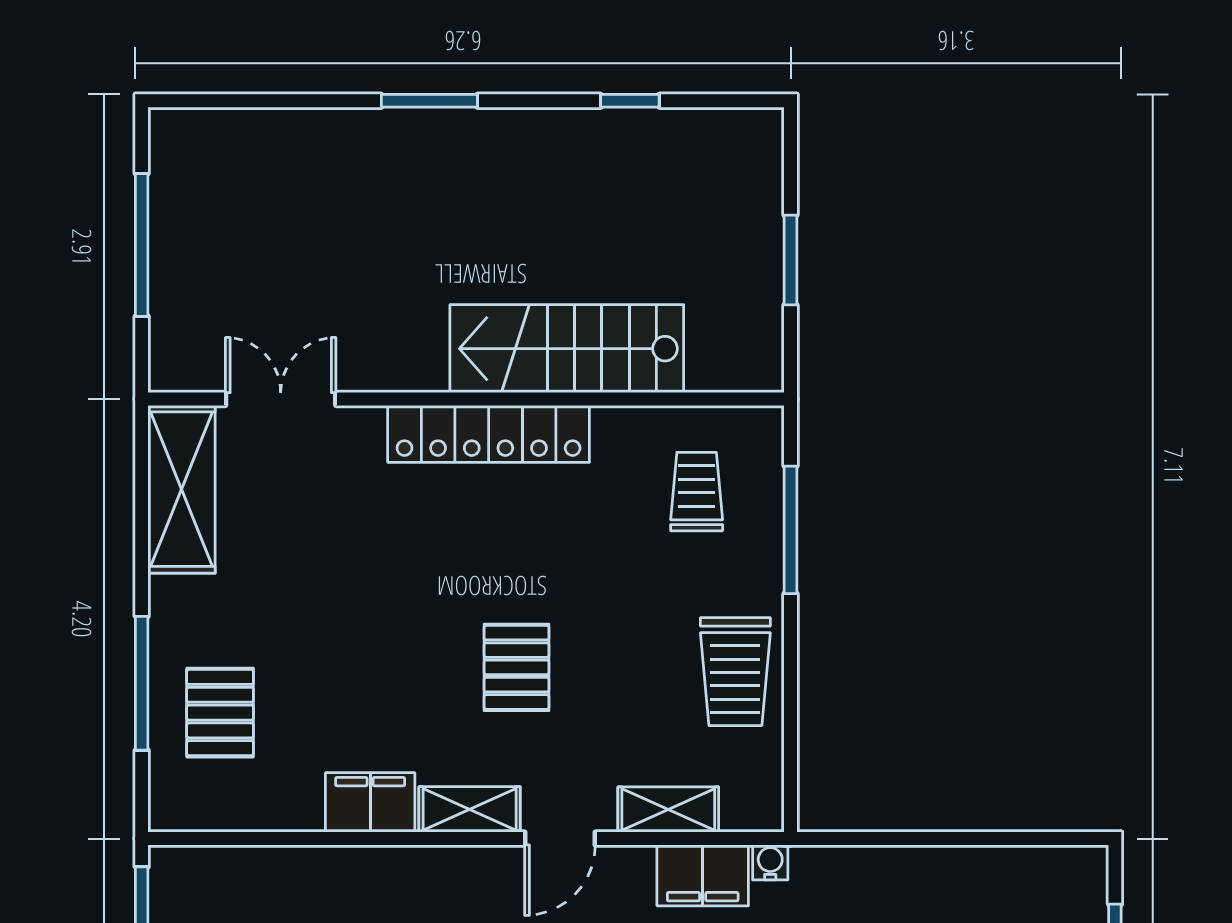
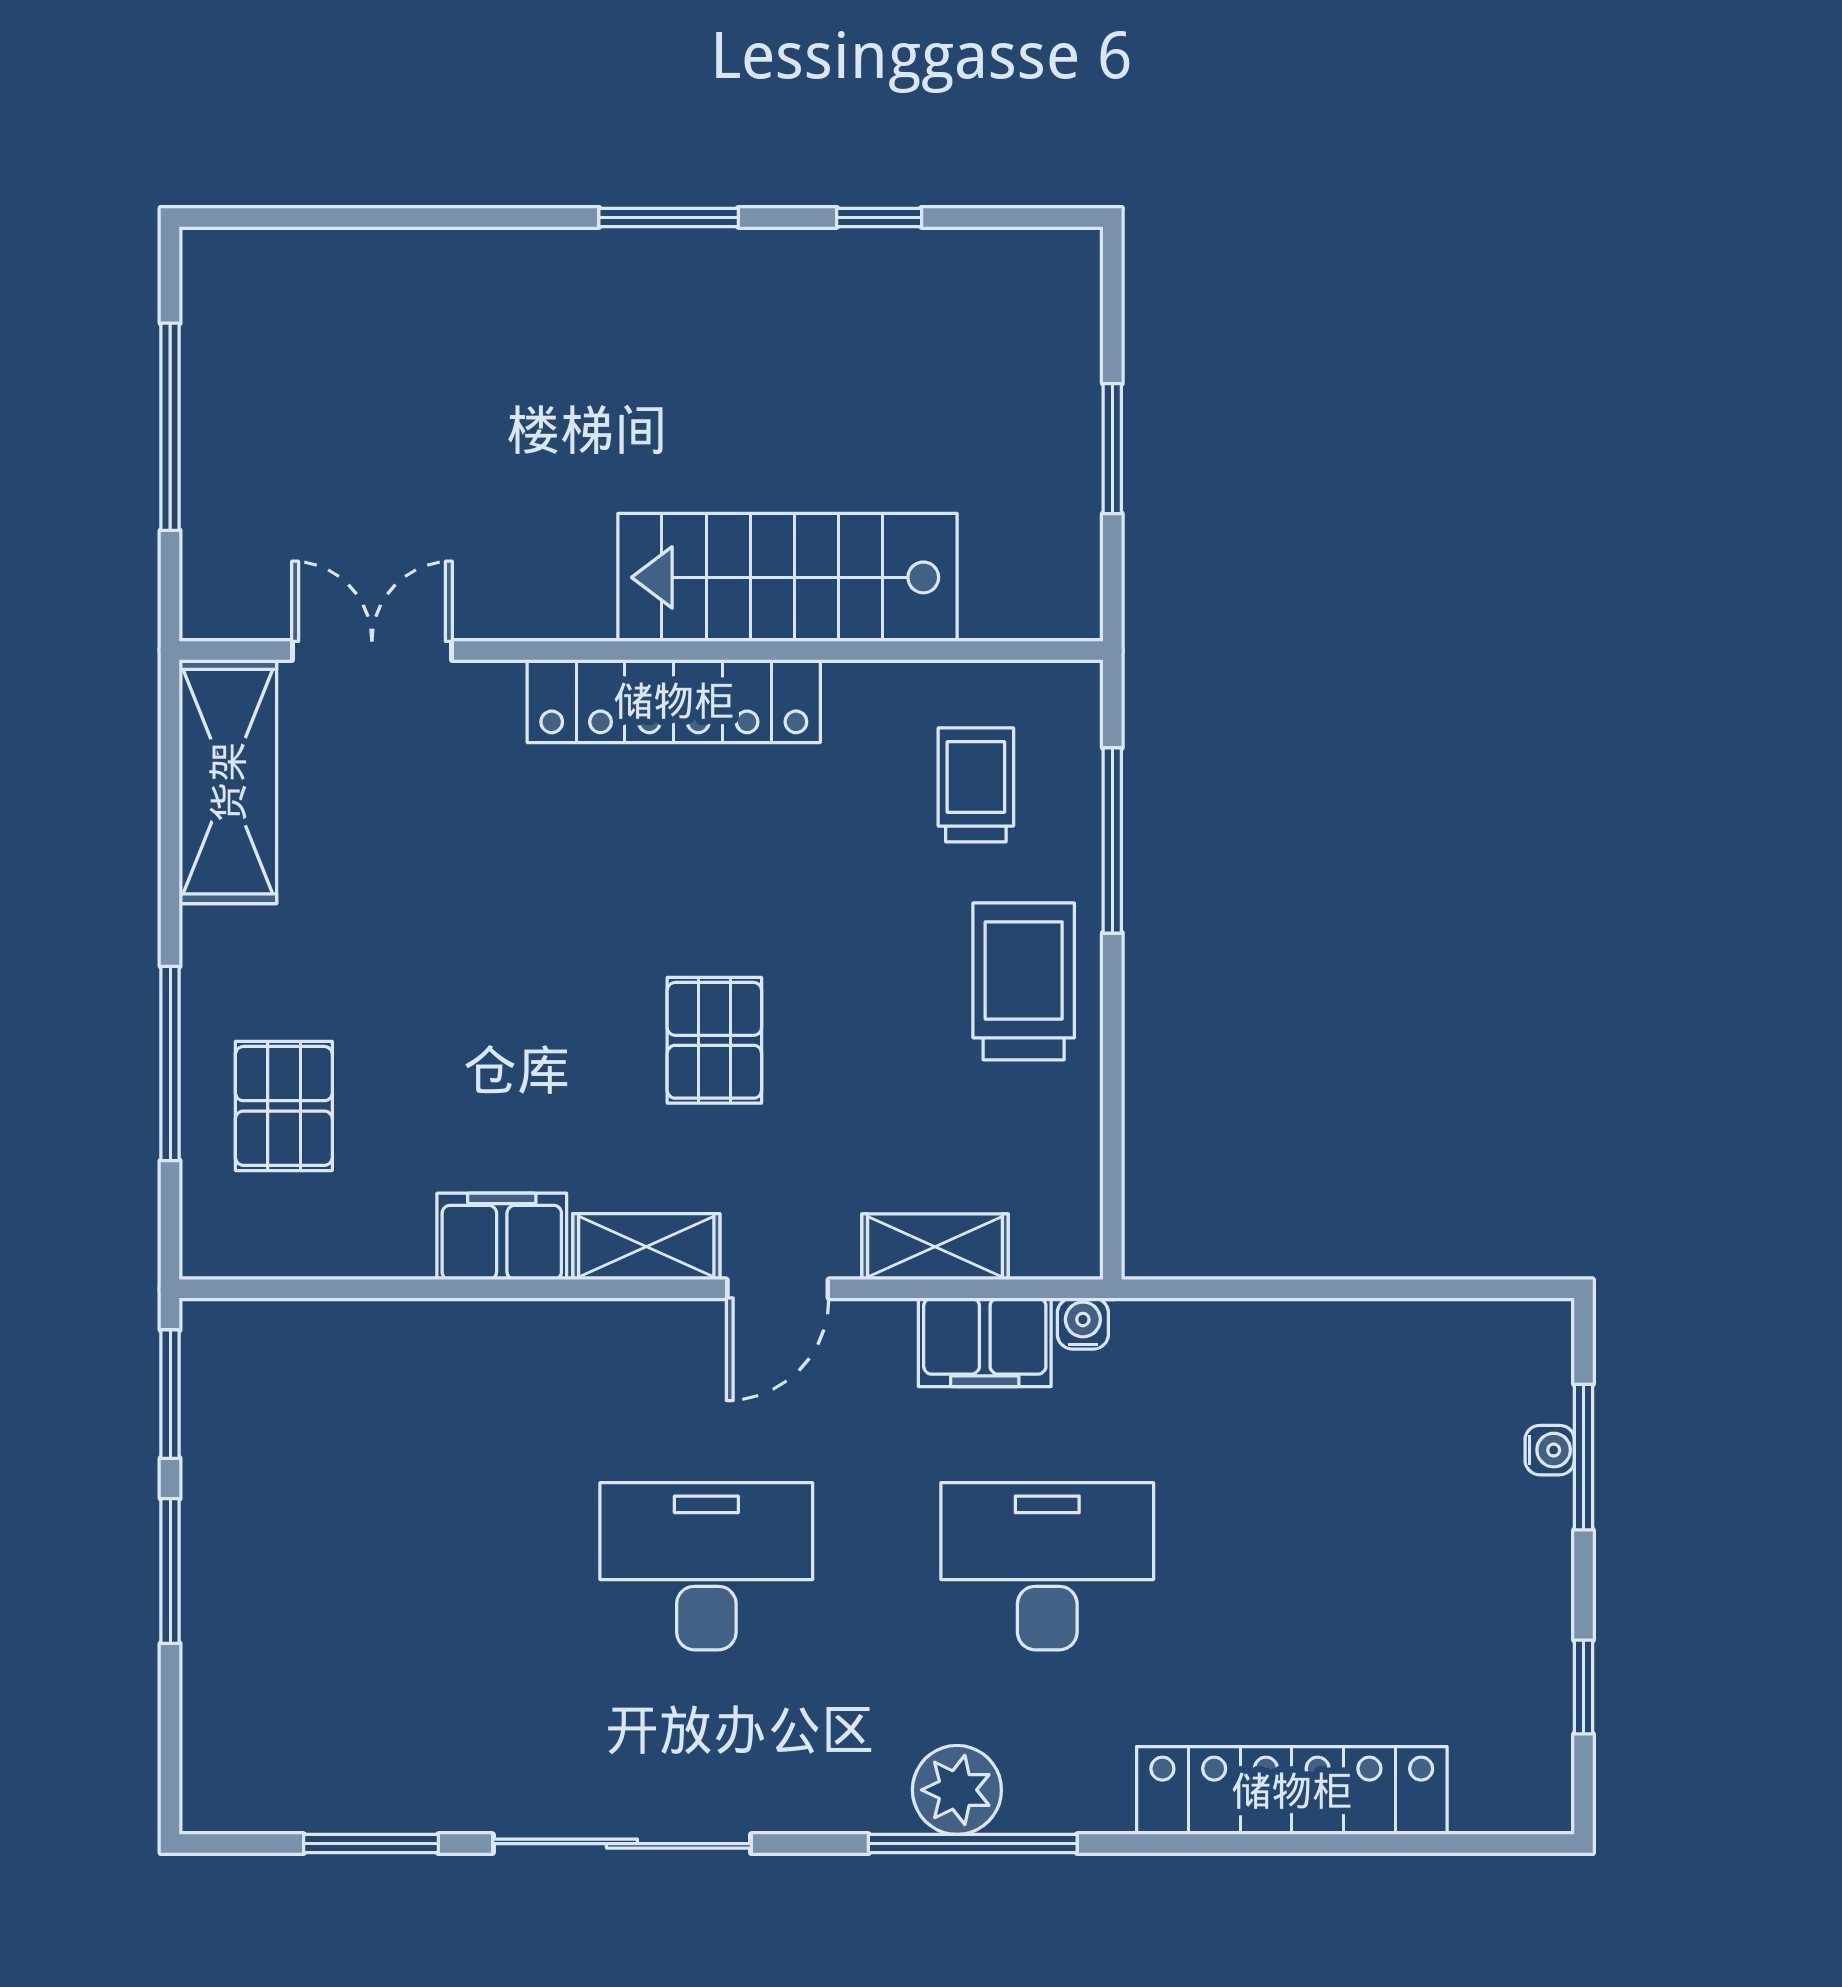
window: (429, 101) -> (669, 217), moved
trolley: (735, 672) -> (1024, 981), moved, turned 180

